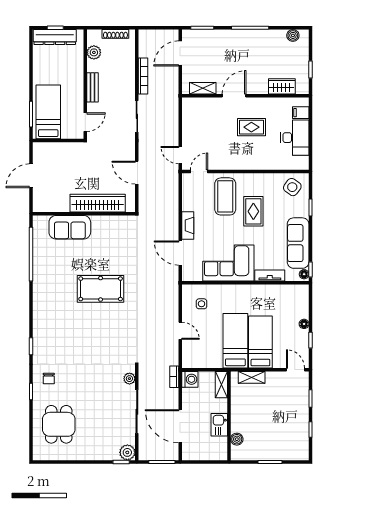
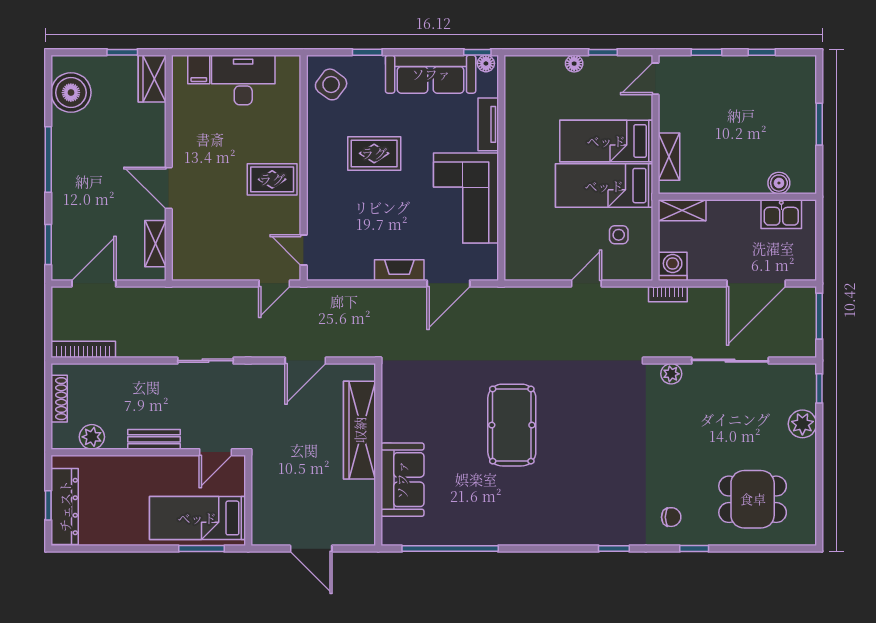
boiler: (293, 35) -> (71, 93), width x1.86, depth x1.86
door: (180, 53) -> (94, 283), swing flipped
bookcase: (143, 76) -> (83, 349), moved
wardrobe: (282, 86) -> (152, 79), moved
door: (85, 122) -> (216, 452), swing flipped
rug: (251, 127) -> (272, 179), moved, turned 90
coffee table: (225, 196) -> (348, 204), removed
side table: (202, 304) -> (619, 235), moved
kitchen sink: (219, 425) -> (781, 214), moved
plant: (127, 452) -> (802, 424), moved

